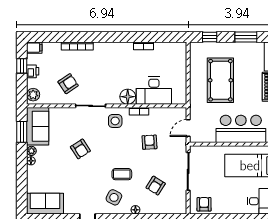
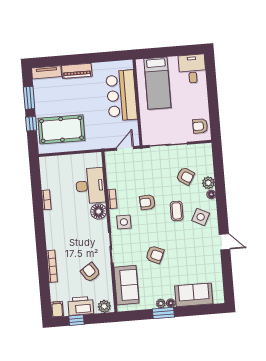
window: (210, 37) -> (31, 124), moved
printer: (33, 71) -> (81, 306), width x1.87, depth x1.48
pool table: (220, 80) -> (62, 129), moved
sofa: (38, 126) -> (126, 285), moved, turned 90
door: (188, 128) -> (125, 148), swing flipped
window: (22, 132) -> (163, 313), moved
armchair: (149, 142) -> (147, 202), moved
armchair: (80, 149) -> (155, 255), turned 57
sofa: (45, 204) -> (194, 295), moved, turned 90
plant: (147, 208) -> (208, 183), added

